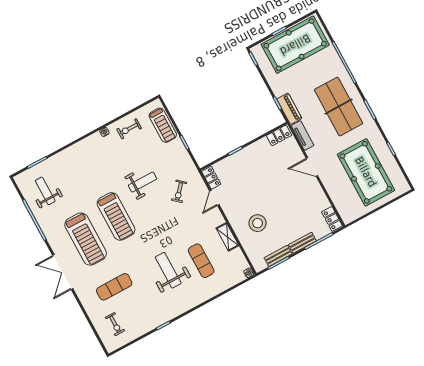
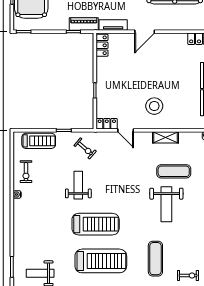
exercise bike: (179, 191) -> (85, 148), moved
stool: (258, 223) -> (154, 106), moved
weight bench: (168, 270) -> (166, 204), turned -90

